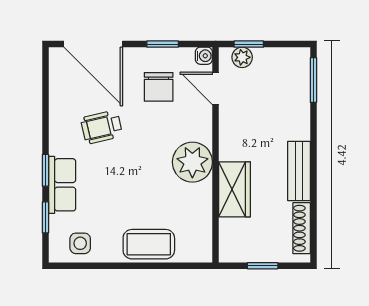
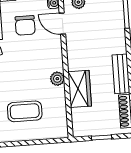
plant: (192, 162) -> (57, 79), width x0.53, depth x0.53
coffee table: (149, 244) -> (25, 111), moved

